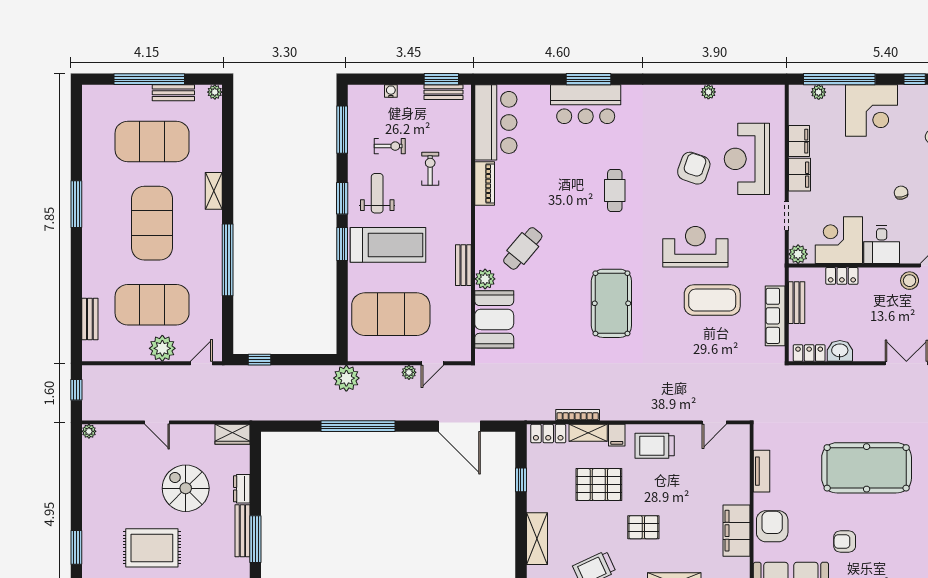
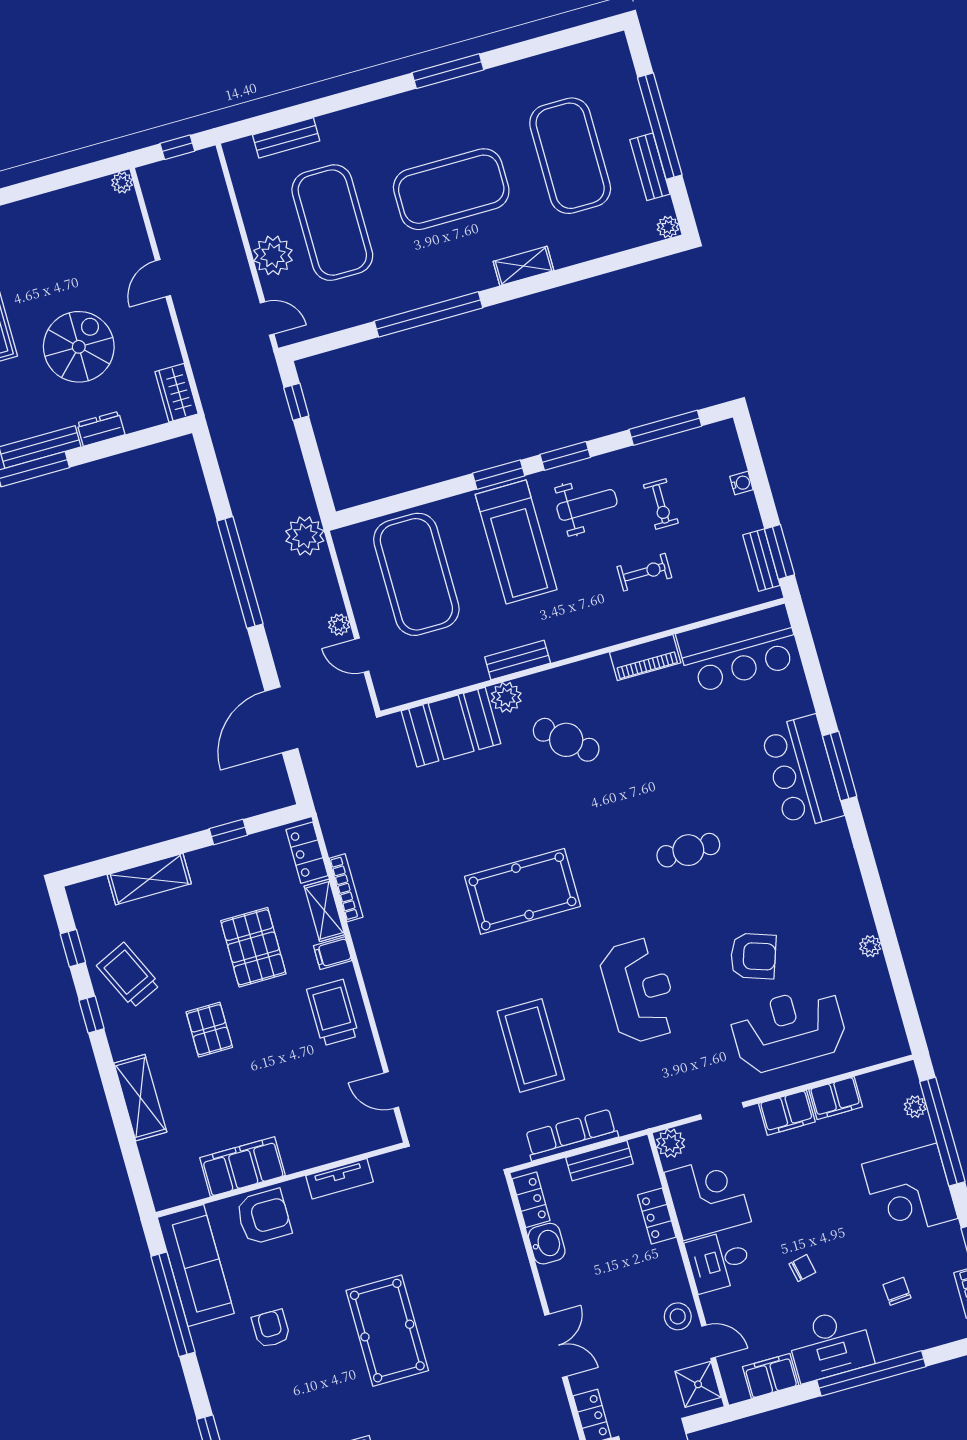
coffee table: (712, 300) -> (531, 1045), moved
pool table: (867, 468) -> (387, 1331), width x0.73, depth x0.76

